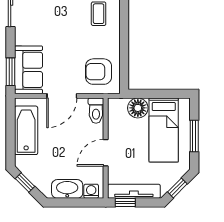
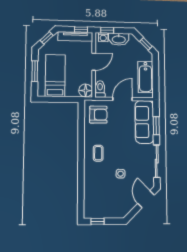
sofa: (29, 70) -> (144, 122), width x1.36
window: (11, 72) -> (156, 126), moved
floor lamp: (138, 108) -> (86, 91), moved
window: (85, 202) -> (107, 30), added

